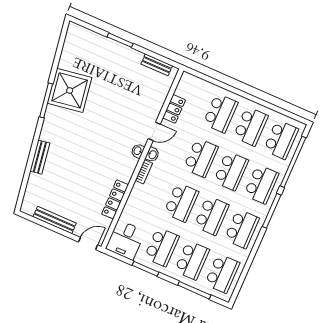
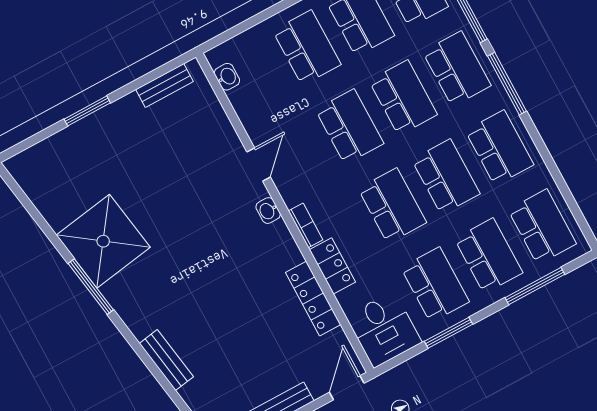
locker: (174, 109) -> (332, 266), moved
washbasin: (152, 155) -> (227, 77), moved

